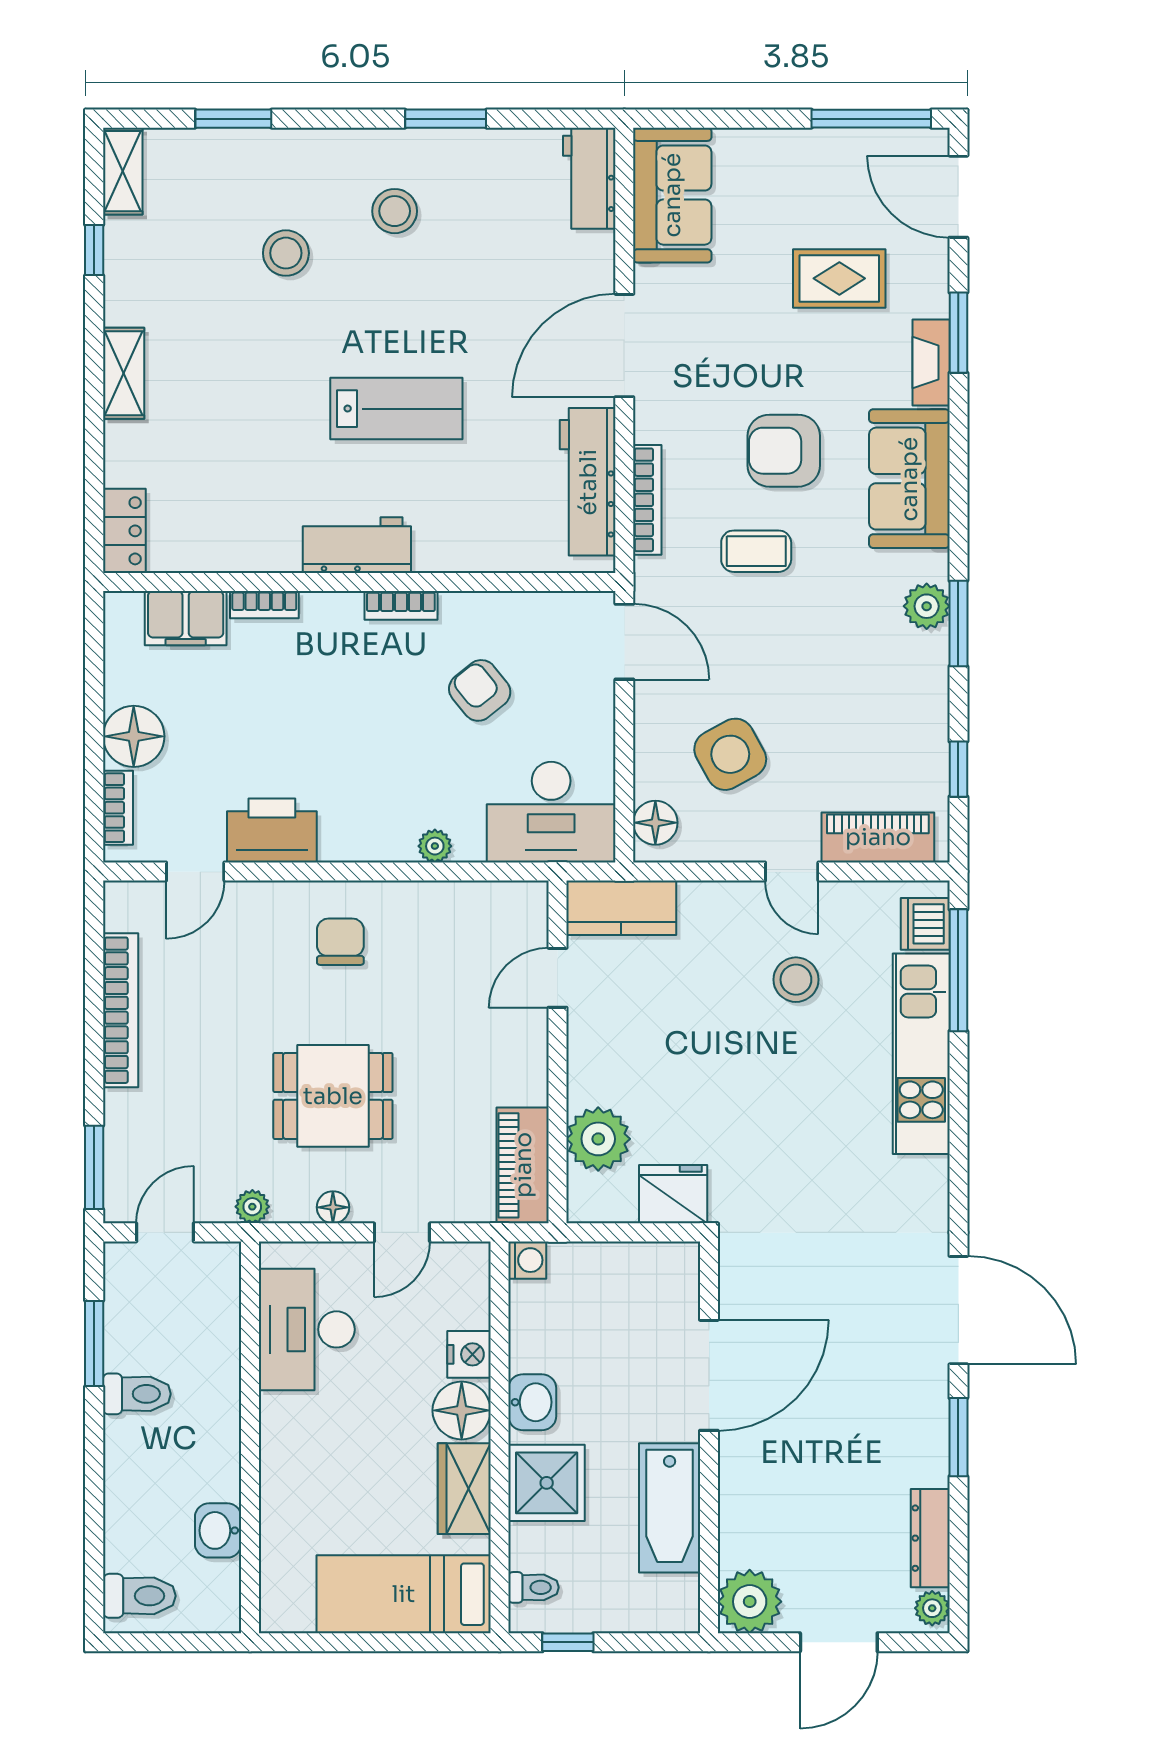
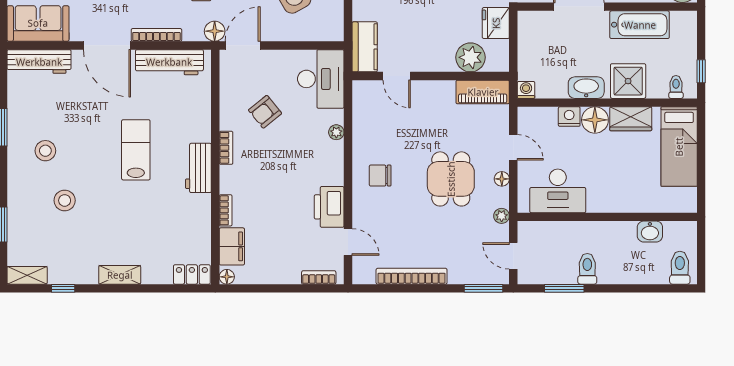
workbench: (589, 178) -> (39, 62), width x1.37
bookcase: (647, 500) -> (156, 35), moved
floor lamp: (134, 736) -> (227, 277), moved, width x0.53, depth x0.53
floor lamp: (655, 823) -> (215, 31), moved
washbasin: (532, 1402) -> (586, 88), width x1.38

